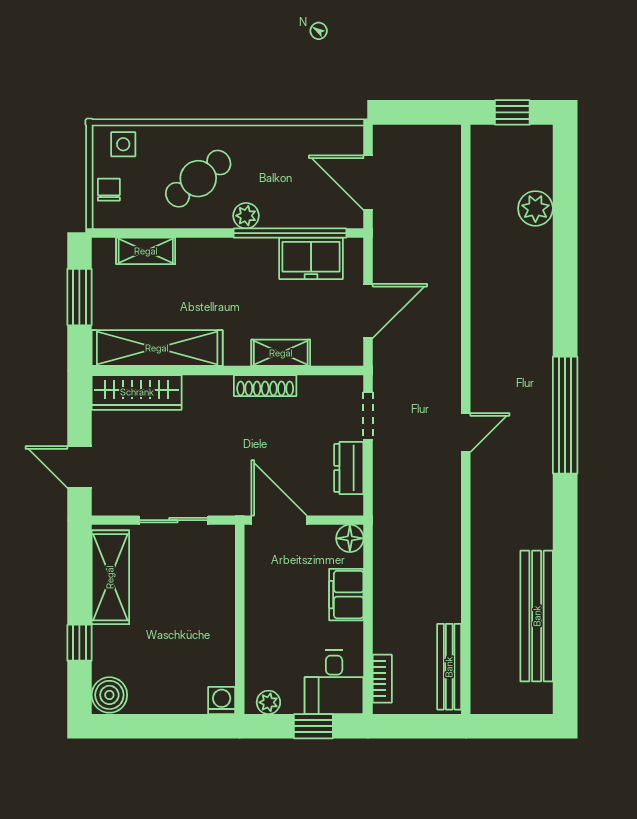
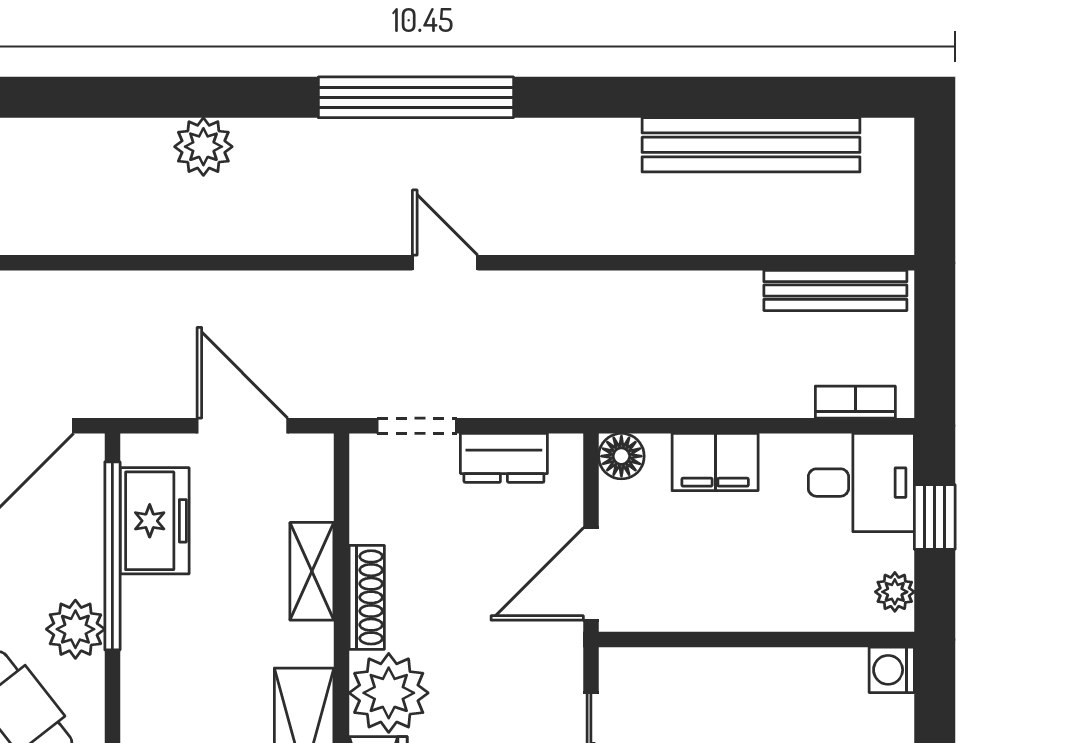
plant: (535, 208) -> (203, 147), moved
plant: (246, 216) -> (75, 629), width x1.38, depth x1.38
plant: (208, 399) -> (389, 693), added

